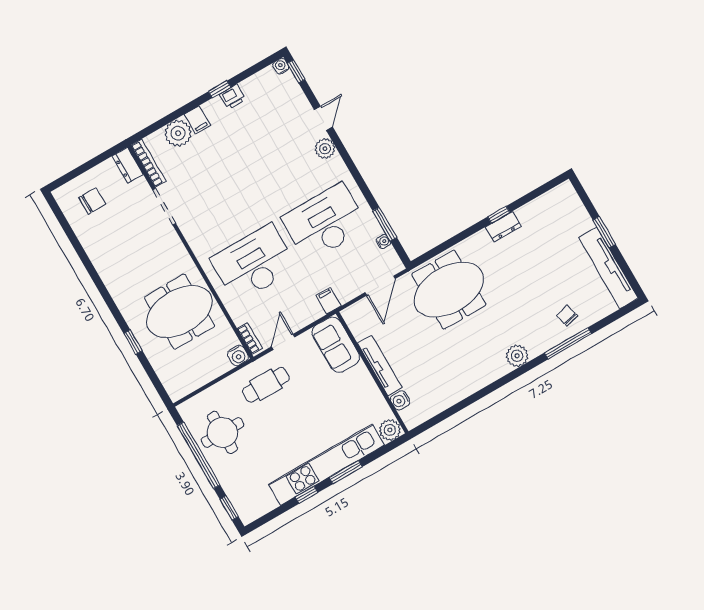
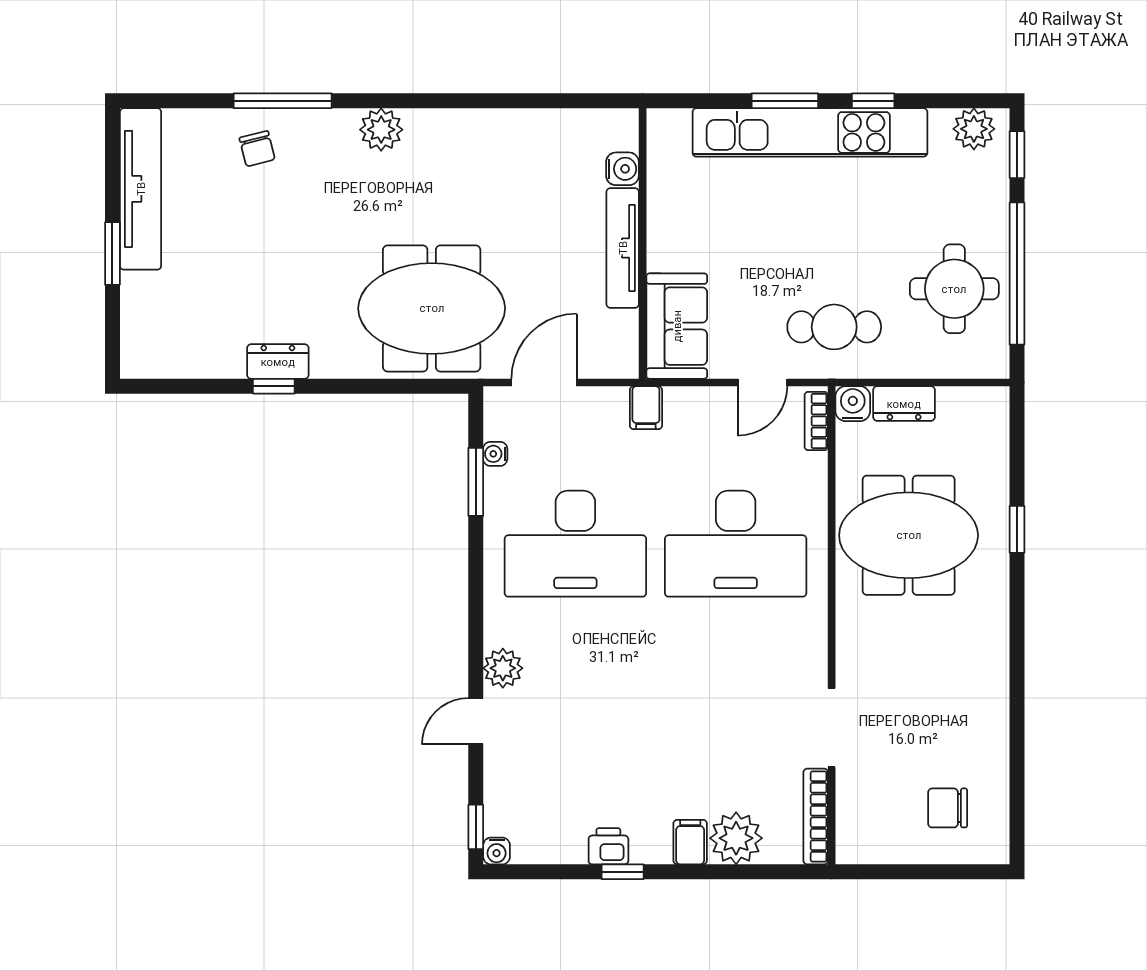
dresser: (128, 165) -> (904, 404), moved, turned 90
plant: (390, 430) -> (974, 129), moved

